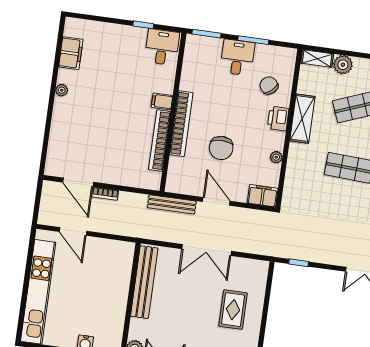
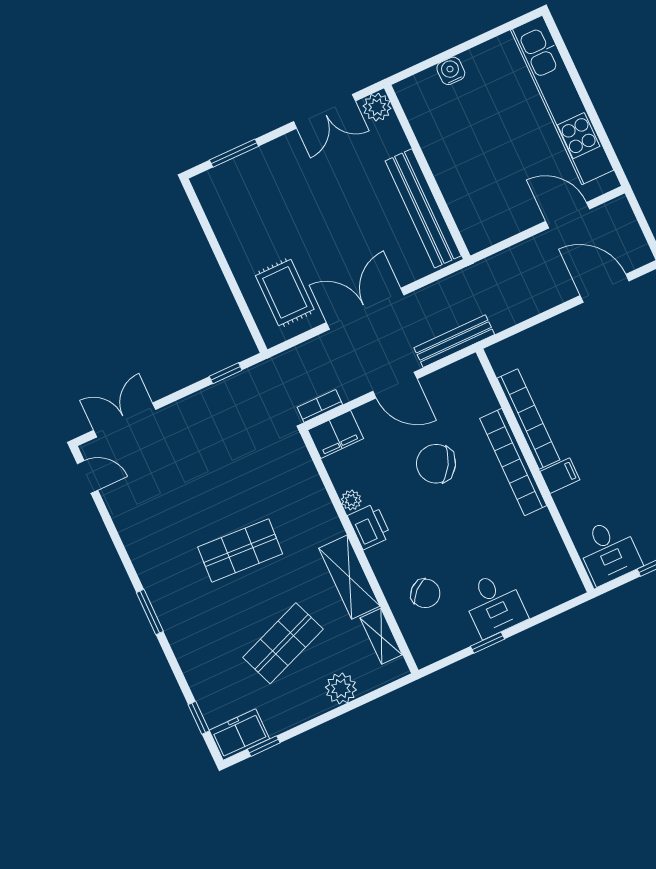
window: (206, 34) -> (559, 610), removed
window: (253, 40) -> (488, 643), width x0.67
shelving: (317, 59) -> (381, 636), moved, turned 90
printer: (278, 119) -> (369, 526), moved
chair: (221, 148) -> (436, 464), turned -60
bookcase: (105, 194) -> (320, 406), moved
rug: (233, 310) -> (285, 292), moved

